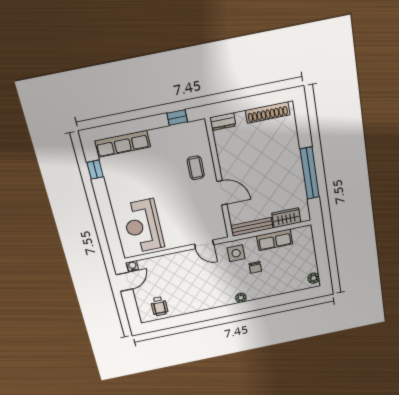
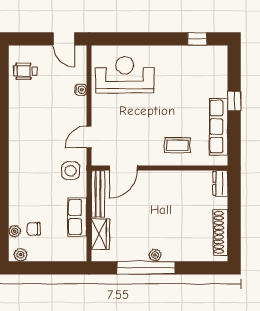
window: (177, 118) -> (234, 101), moved
row of seats: (122, 144) -> (219, 127), moved
plant: (297, 168) -> (155, 255), added
door: (222, 193) -> (123, 168), moved
water cooler: (133, 266) -> (81, 90), moved
chair: (255, 267) -> (34, 229), moved
plant: (241, 298) -> (15, 231), moved

